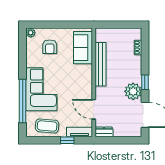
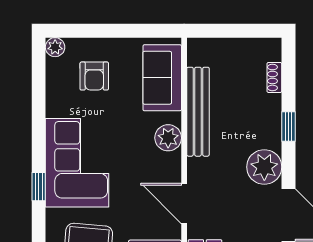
plant: (86, 77) -> (168, 138), added
window: (145, 82) -> (289, 127), moved
window: (23, 101) -> (39, 187), width x0.32

